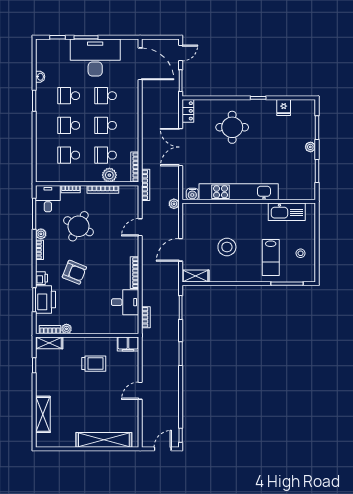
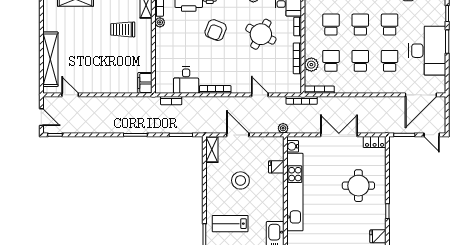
fridge: (213, 211) -> (276, 167), added
trolley: (94, 364) -> (123, 29), moved, turned 90
door: (140, 391) -> (70, 95), moved

